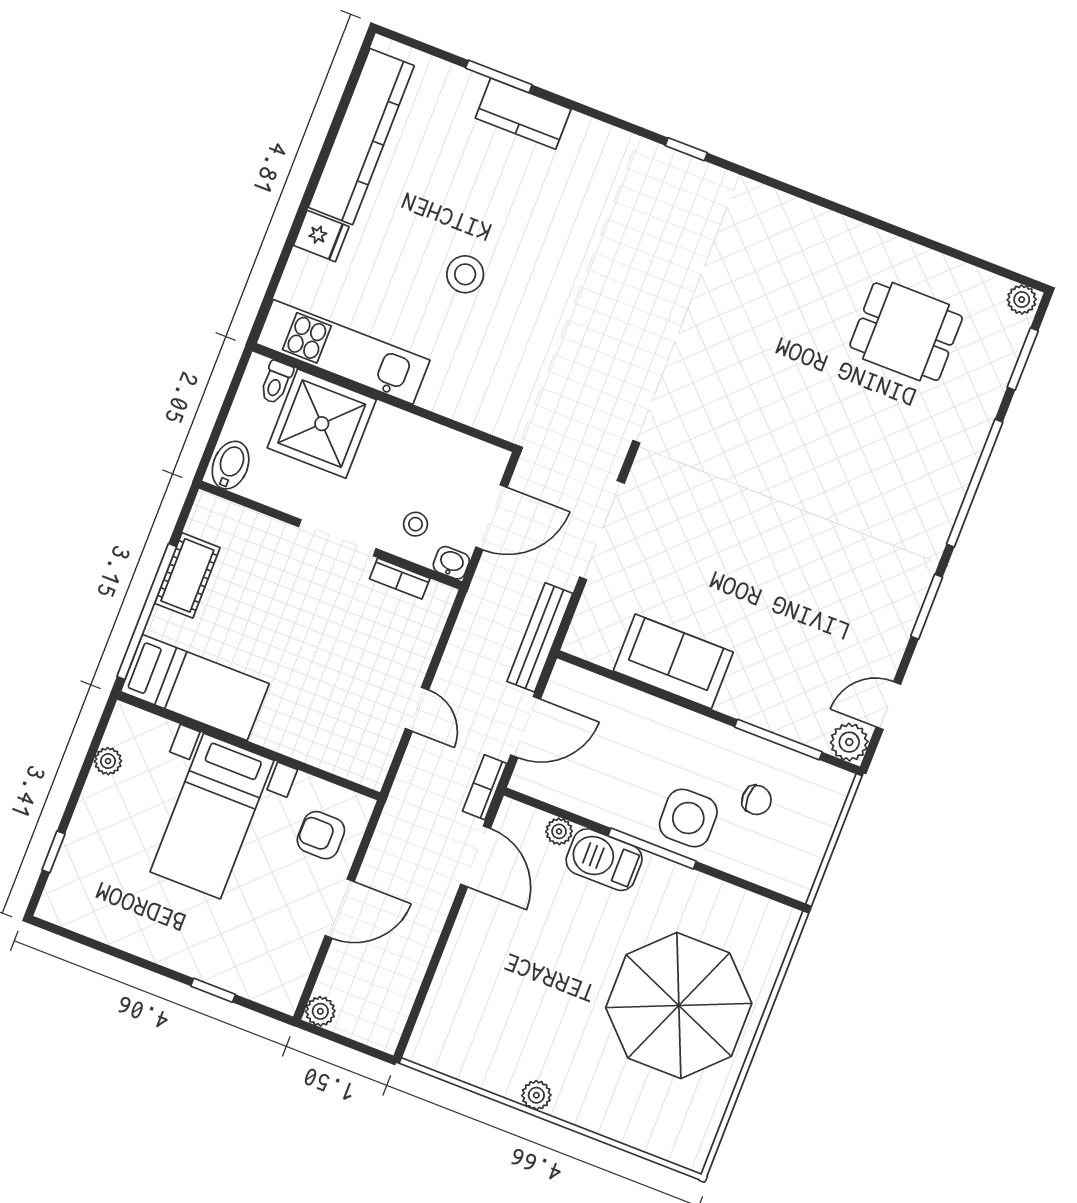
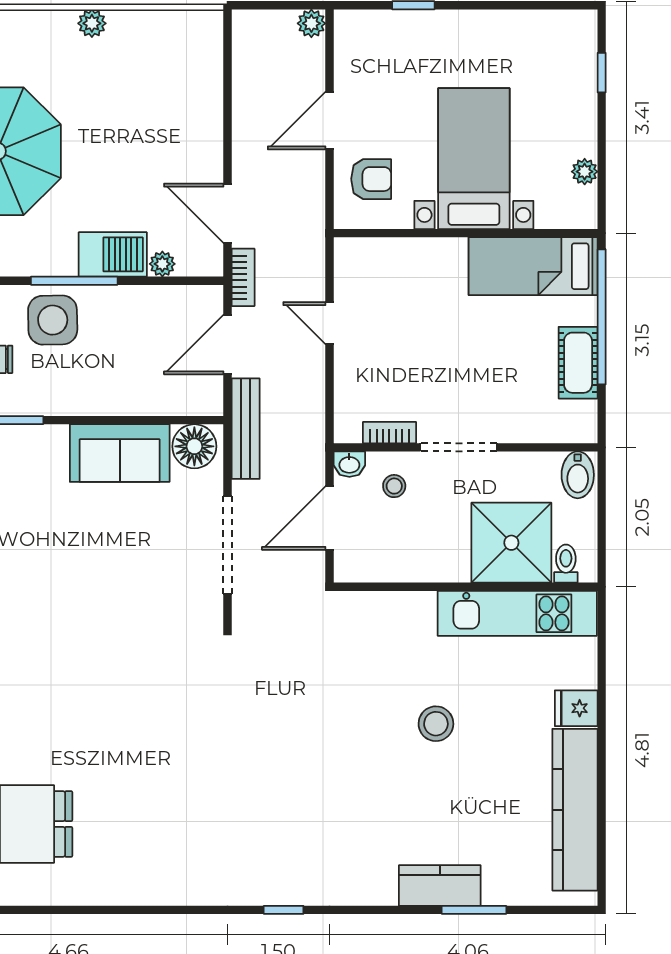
floor lamp: (597, 640) -> (194, 446), added

